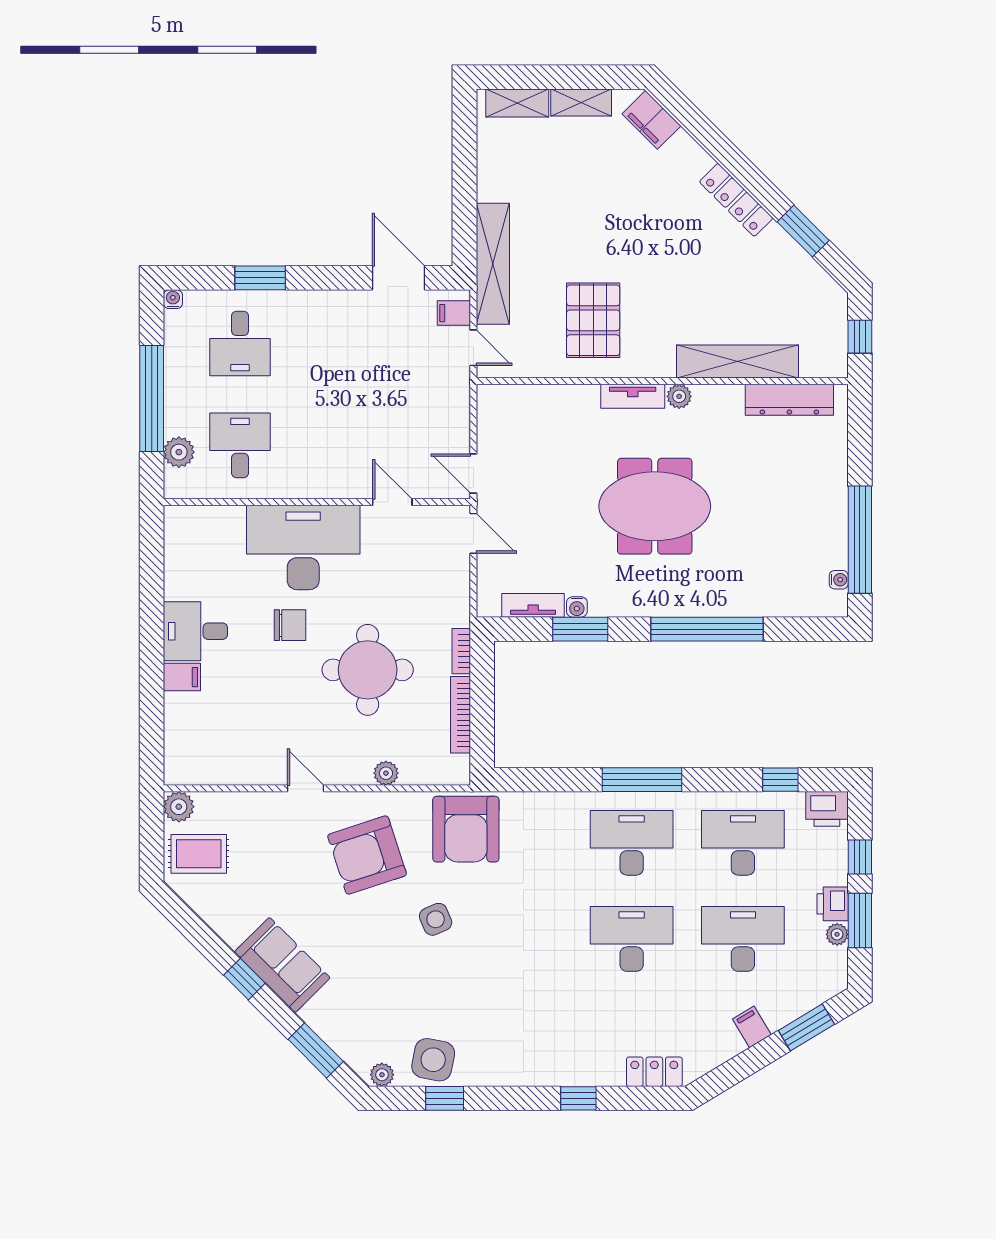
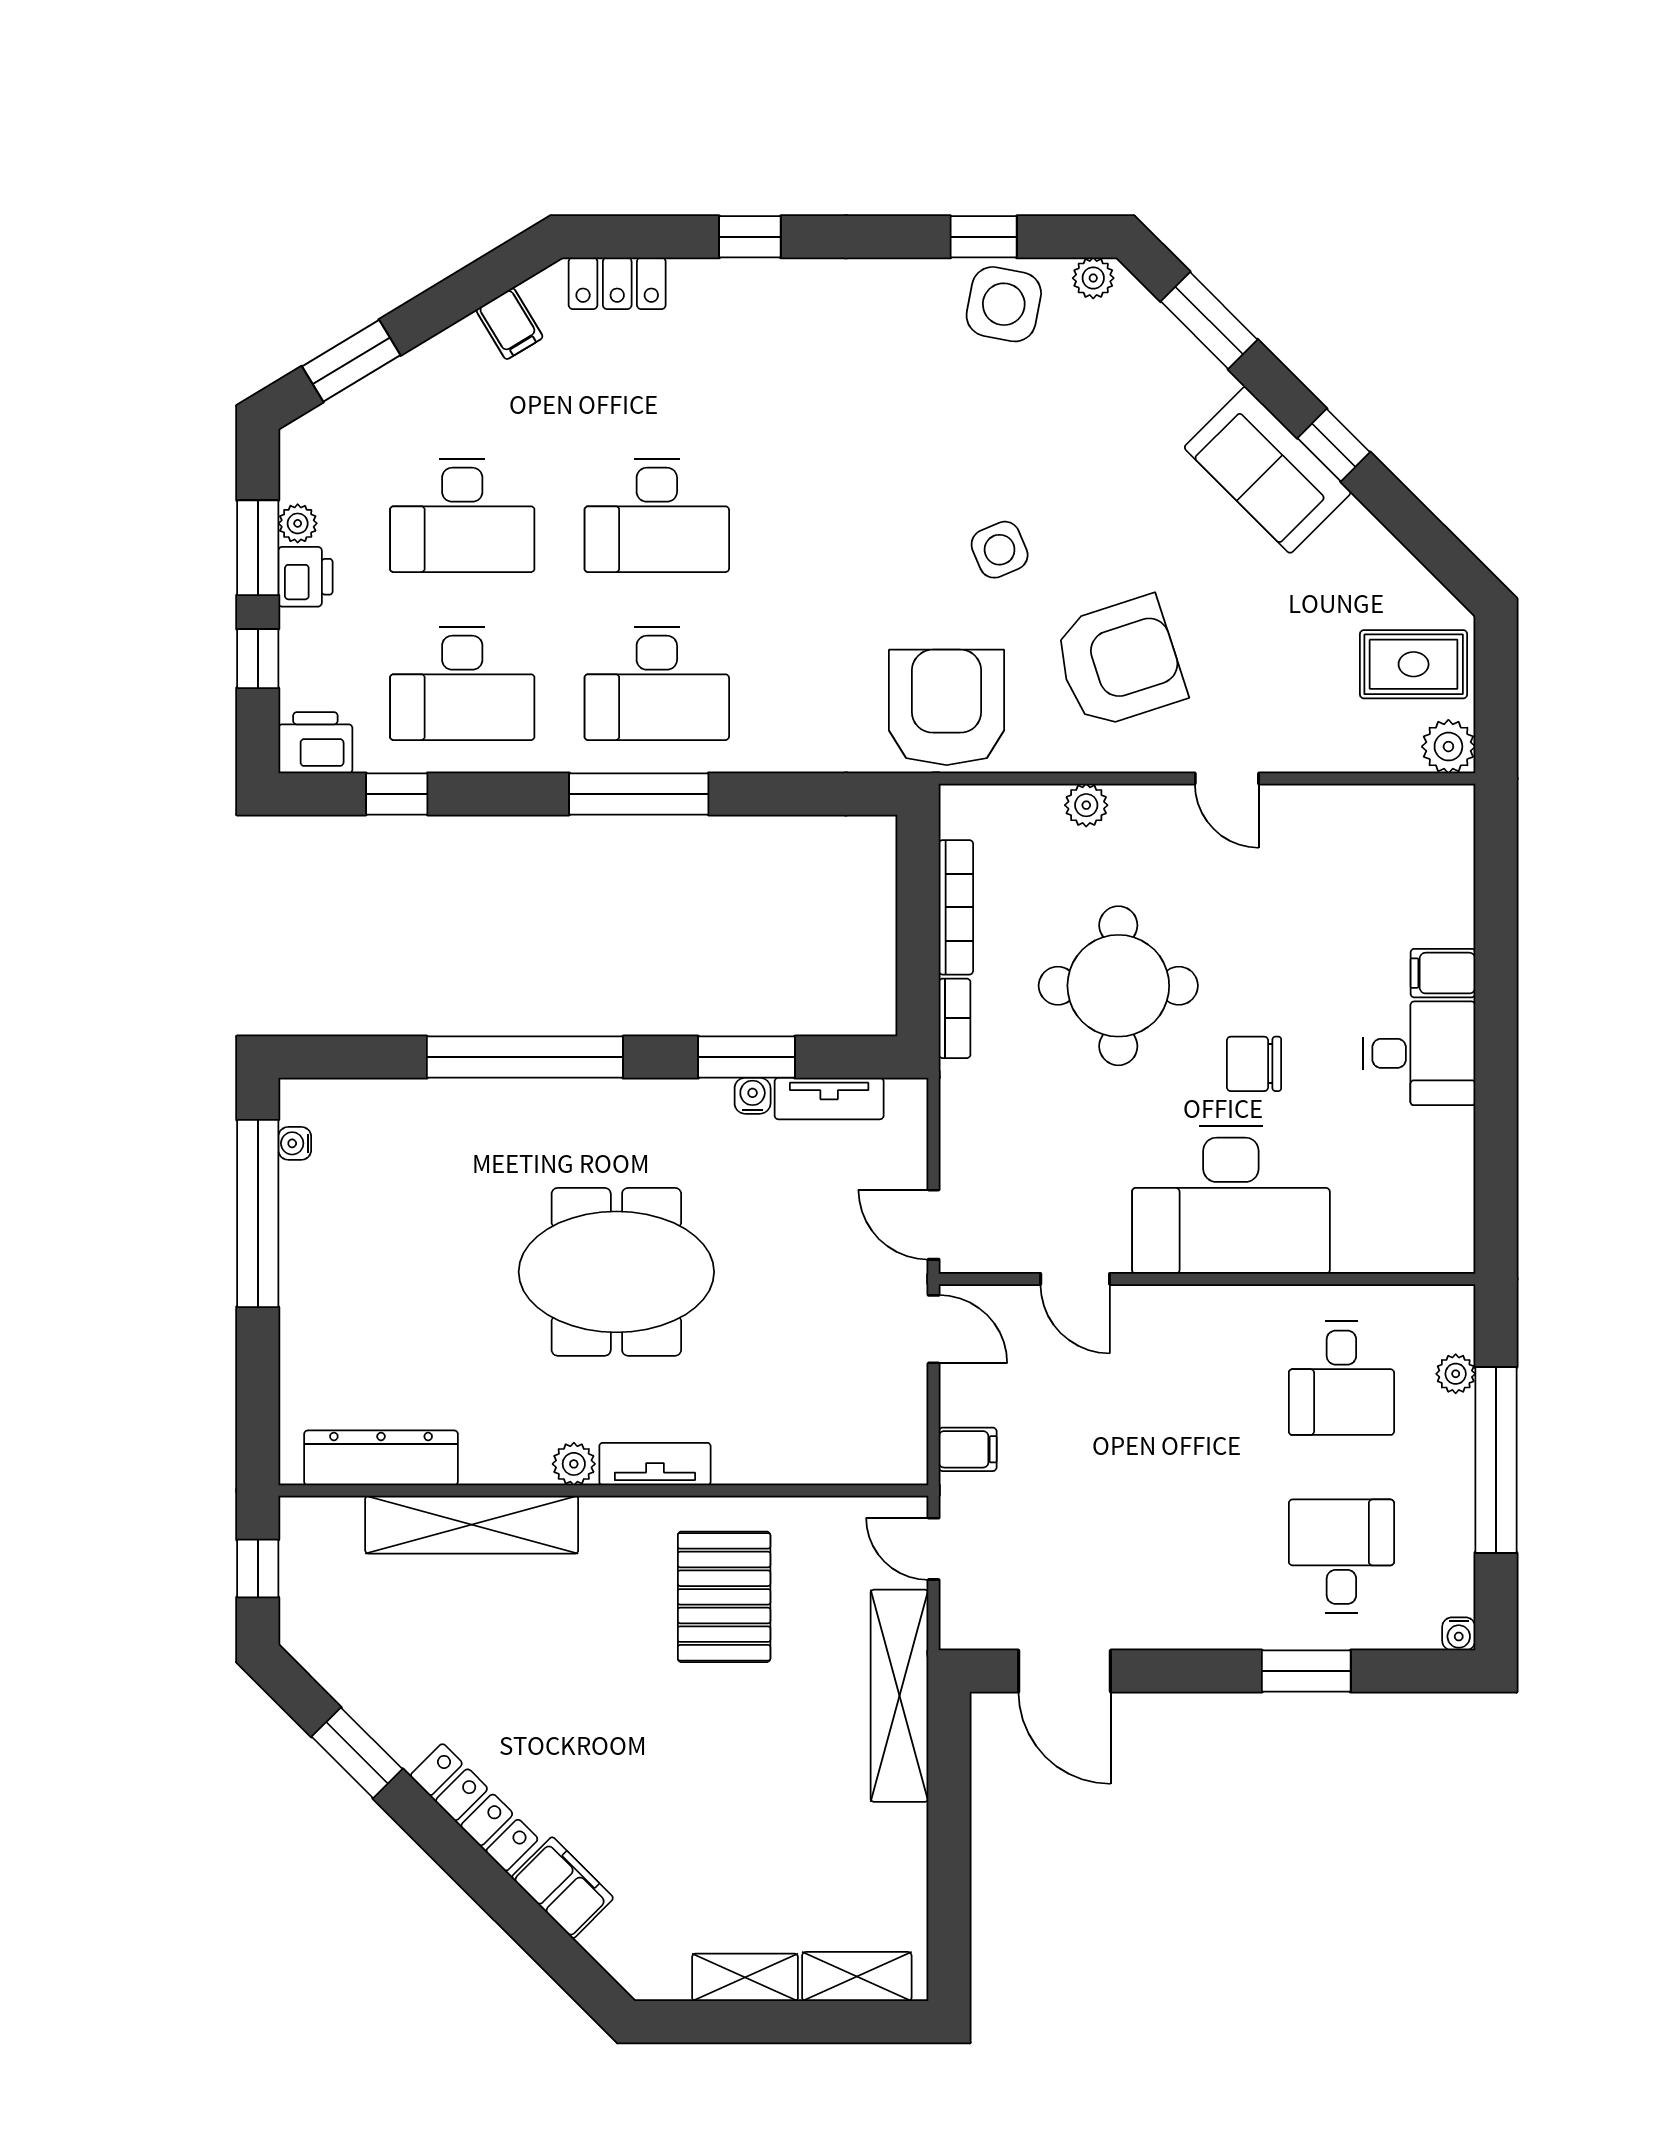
filing cabinet: (651, 120) -> (563, 1888), moved
filing cabinet: (454, 313) -> (968, 1449), moved
plant: (179, 452) -> (1456, 1374), width x0.73, depth x0.73
filing cabinet: (752, 1027) -> (510, 324), moved

